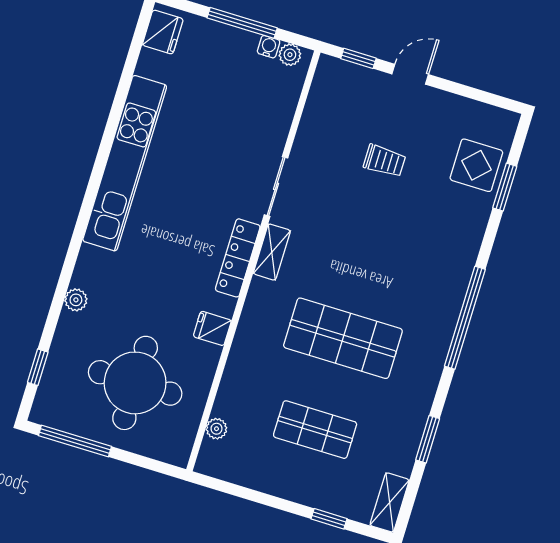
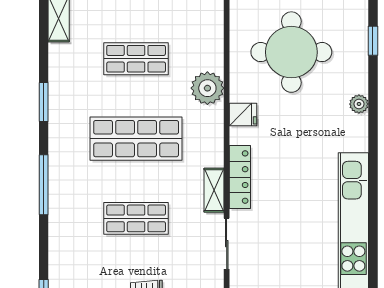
shop shelf: (371, 247) -> (136, 218), added
window: (465, 318) -> (44, 185), width x0.68
plant: (216, 429) -> (207, 88), moved, width x1.88, depth x1.88
window: (428, 439) -> (44, 102), moved

